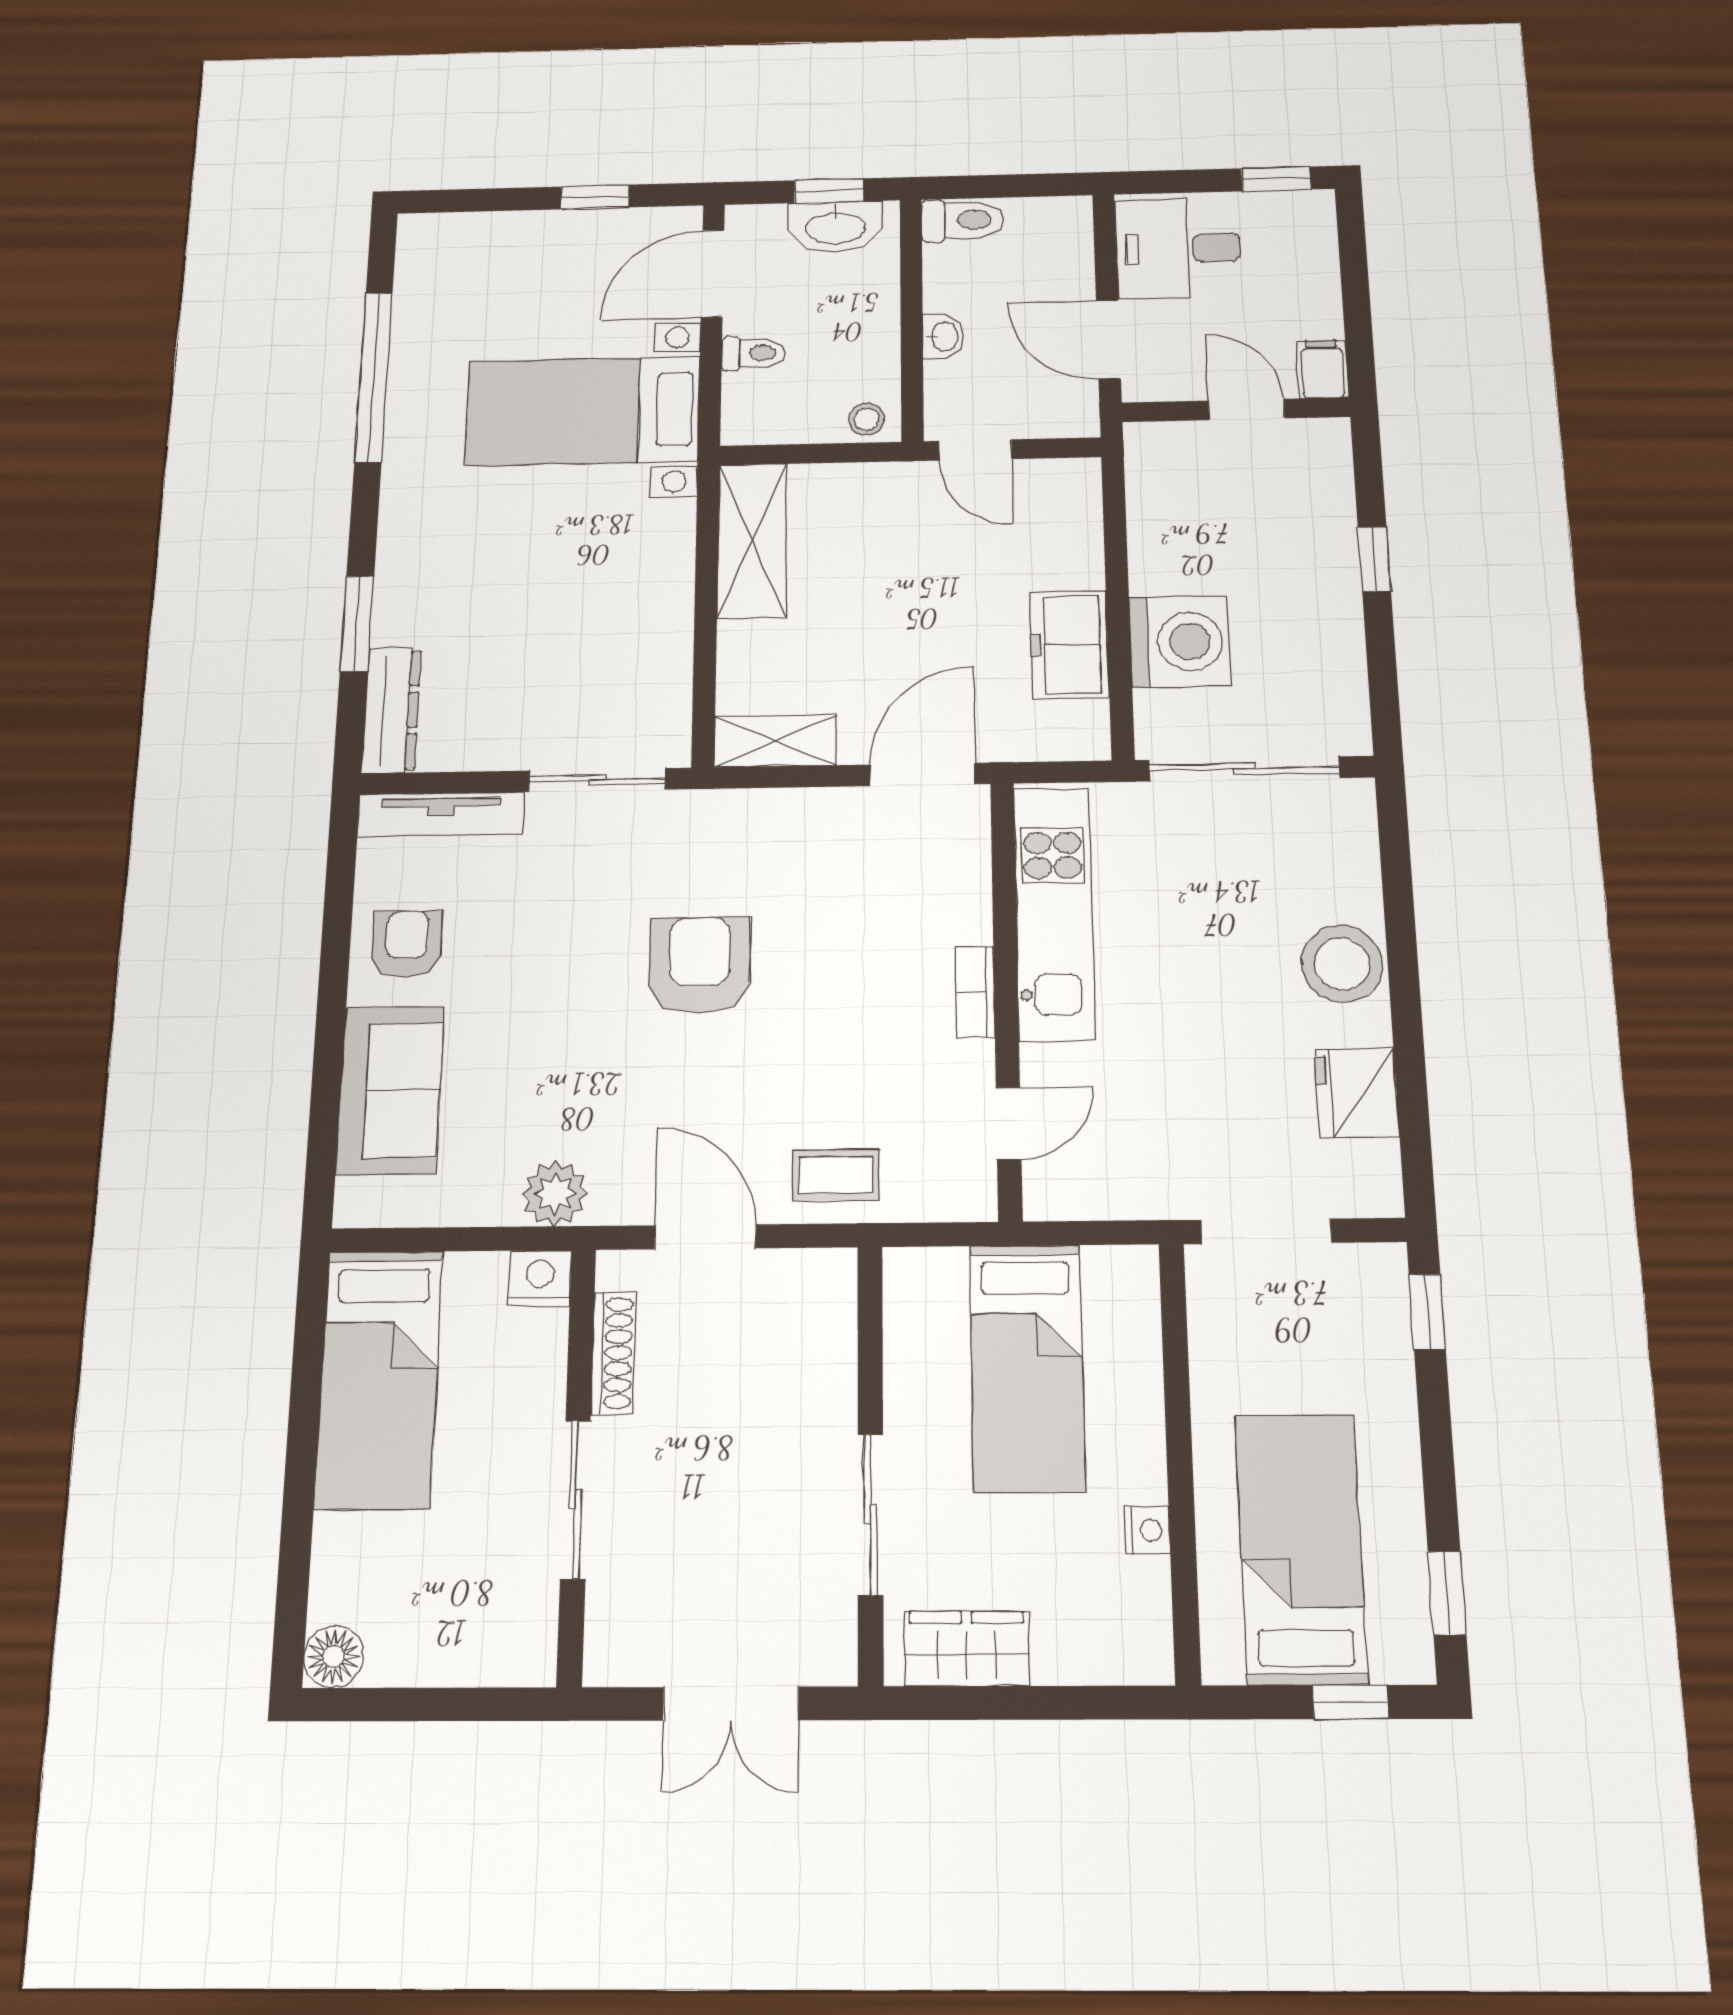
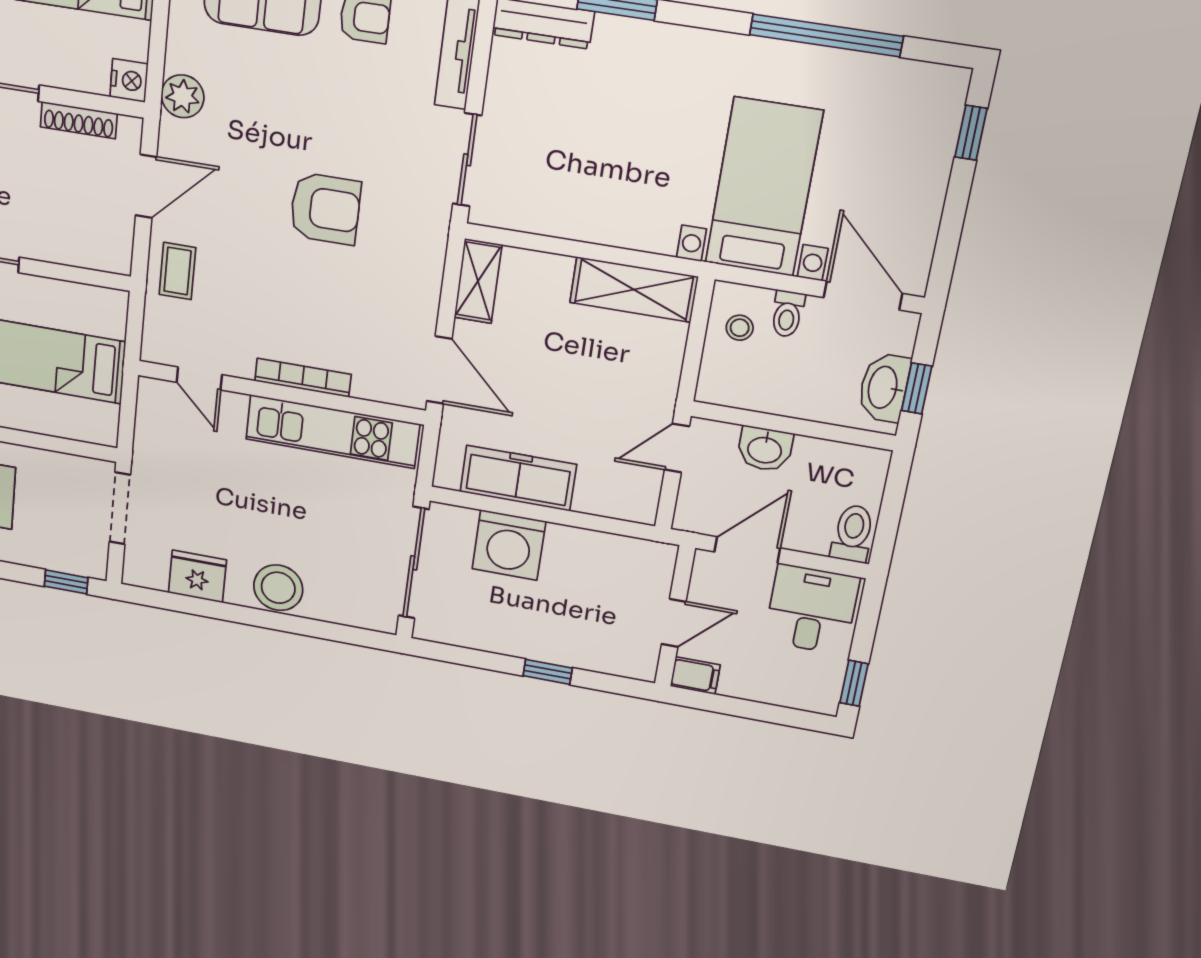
window: (595, 197) -> (971, 133), moved
toilet: (963, 220) -> (853, 533), moved, turned 180
washbasin: (943, 337) -> (765, 449), width x1.38, depth x1.45
stool: (867, 419) -> (740, 328), moved
freezer: (1069, 644) -> (518, 478), width x1.40
bookcase: (975, 992) -> (303, 378), width x1.56

